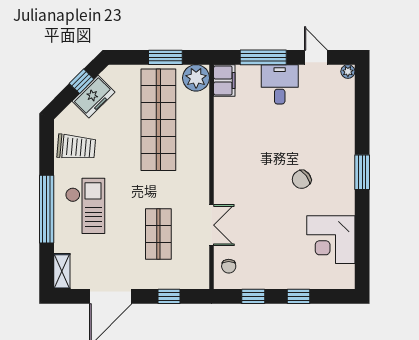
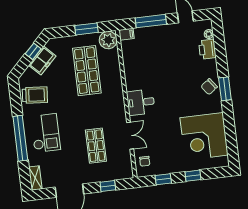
plant: (348, 71) -> (209, 34), moved
filing cabinet: (224, 80) -> (126, 34), width x0.50
desk: (280, 84) -> (141, 102), moved, turned -90
printer: (343, 110) -> (207, 49), added
shop shelf: (158, 120) -> (87, 71), width x0.71
chair: (302, 179) -> (209, 87), moved
corner desk: (331, 240) -> (204, 136), width x1.36, depth x1.36

